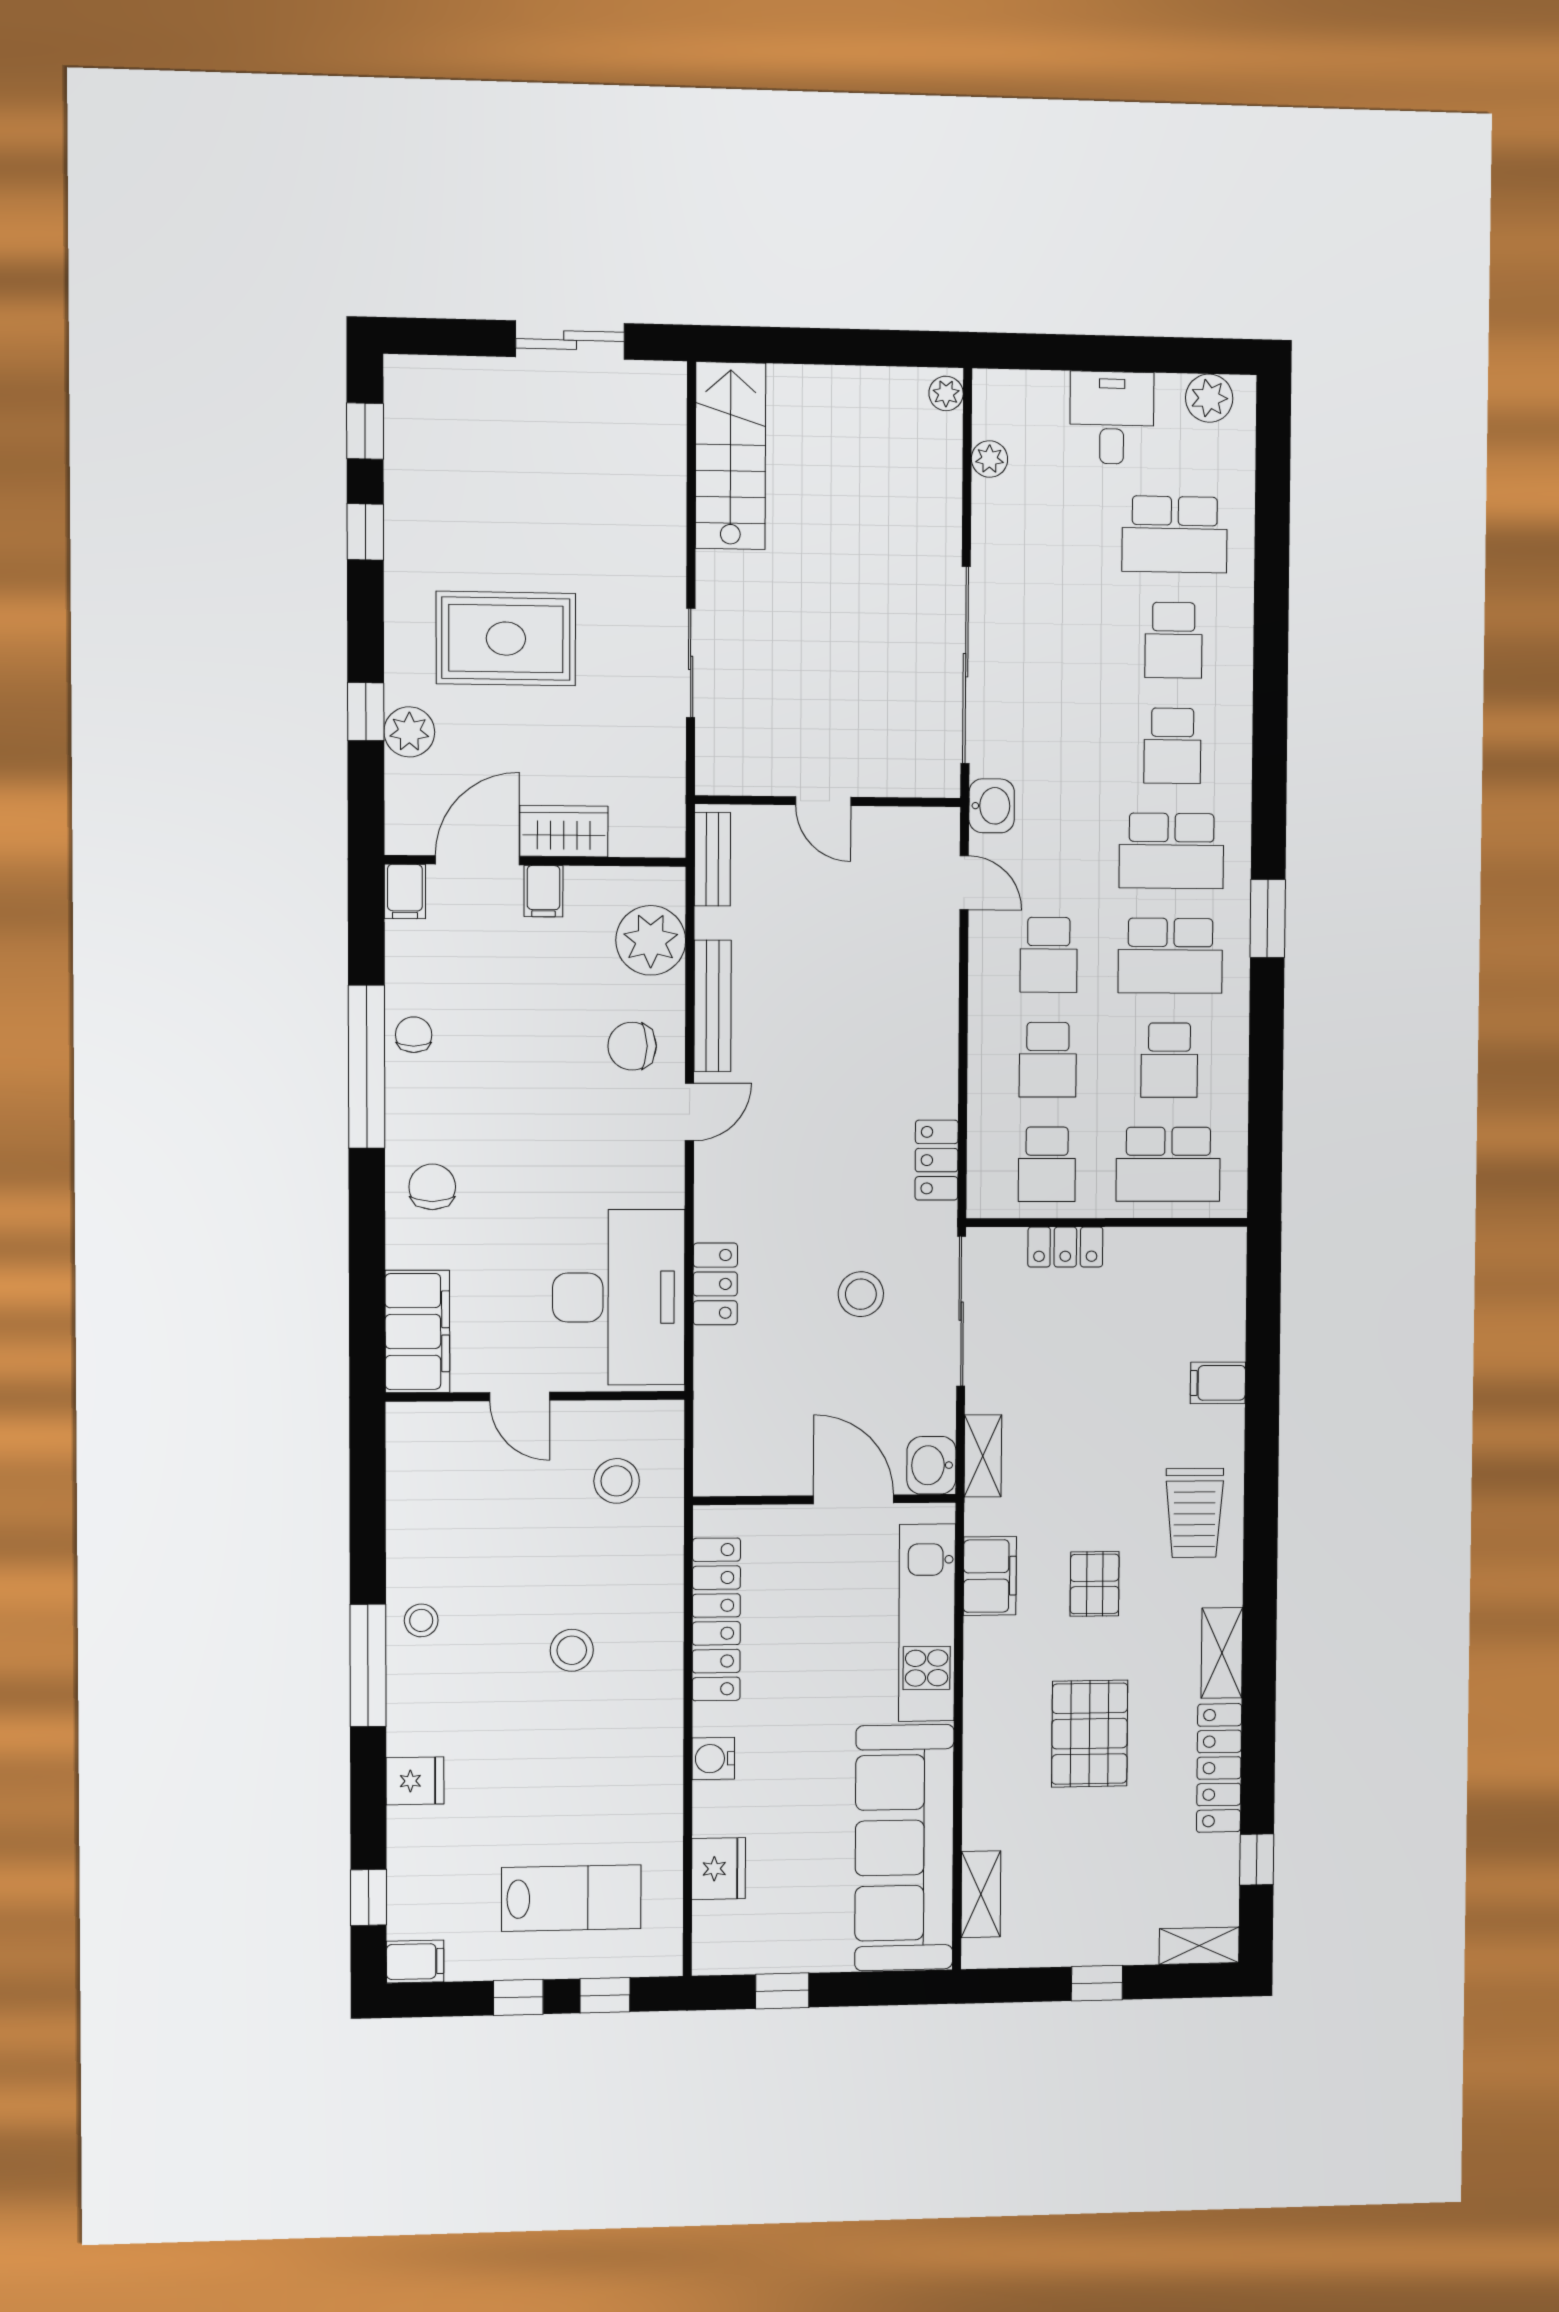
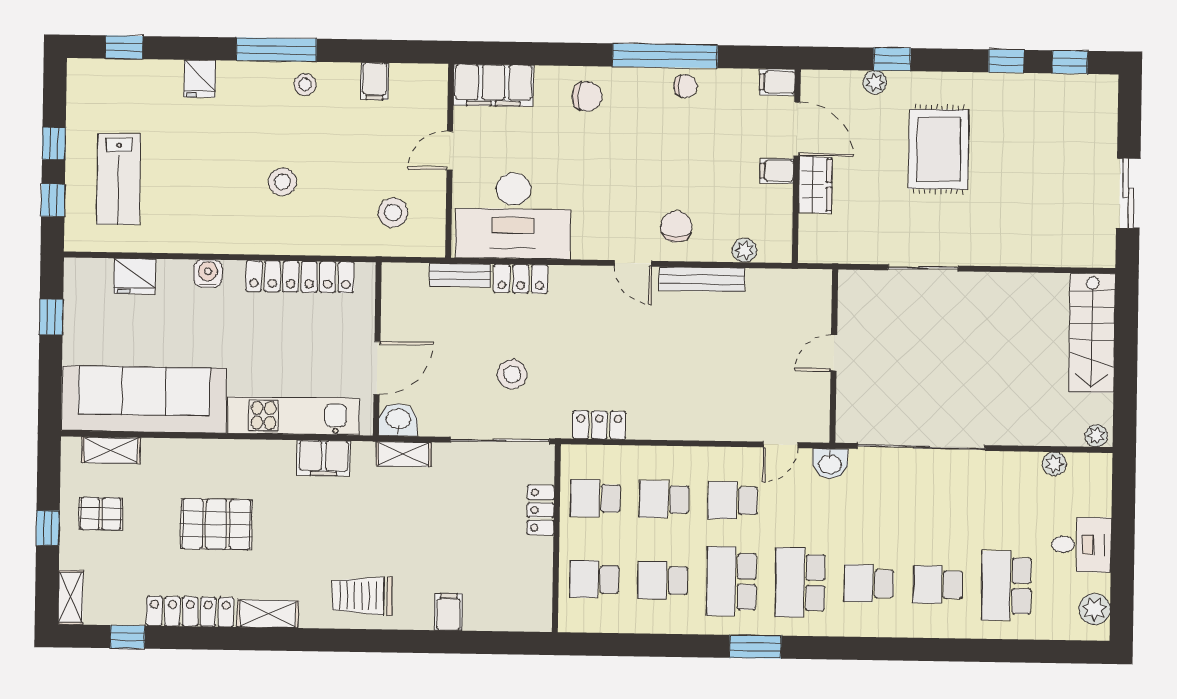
stairs: (731, 456) -> (1092, 333), moved, turned 90
plant: (409, 732) -> (875, 82), width x0.73, depth x0.73
bench: (712, 859) -> (460, 275), moved
plant: (651, 940) -> (744, 250), width x0.53, depth x0.53
school desk: (1168, 1164) -> (594, 579), width x0.54
pallet: (1095, 1584) -> (101, 514), moved
filing cabinet: (415, 1962) -> (375, 81), moved

